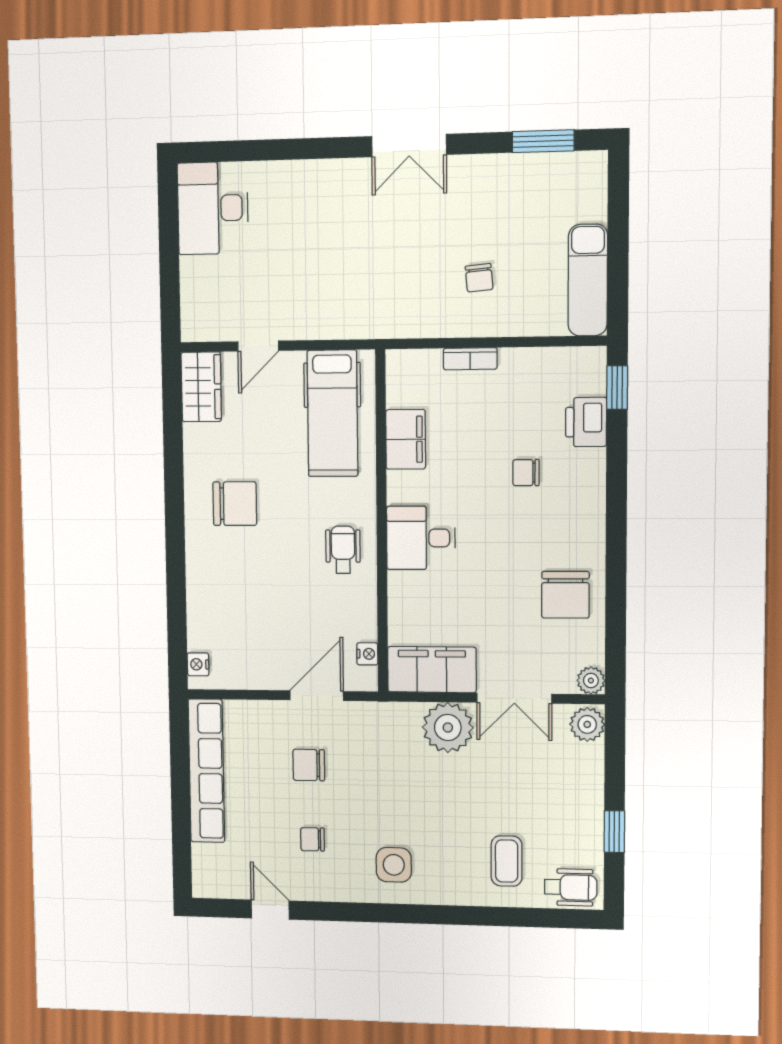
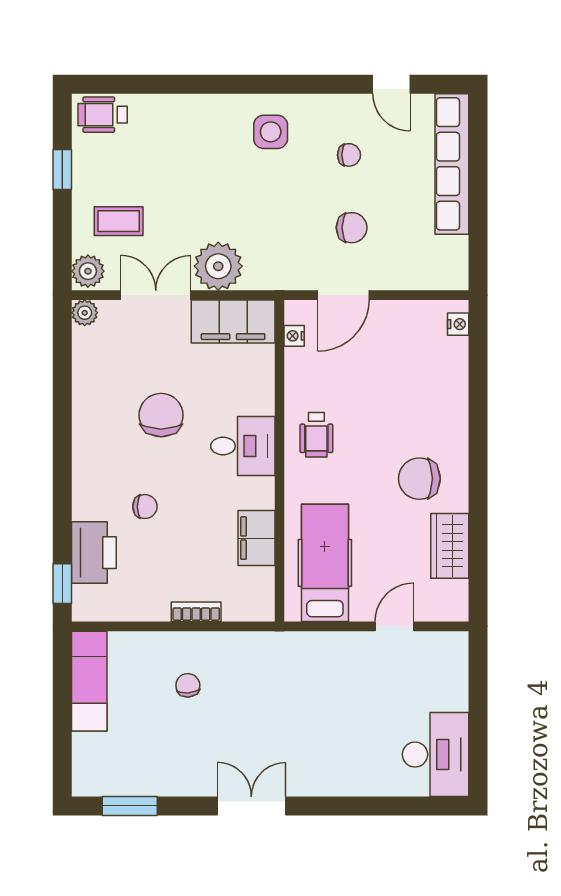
wardrobe: (201, 387) -> (450, 546), moved
printer: (586, 422) -> (94, 553), width x1.37, depth x1.19
chair: (565, 595) -> (161, 415), moved
row of seats: (206, 771) -> (452, 164), moved
coffee table: (507, 861) -> (119, 221), moved, turned 90

